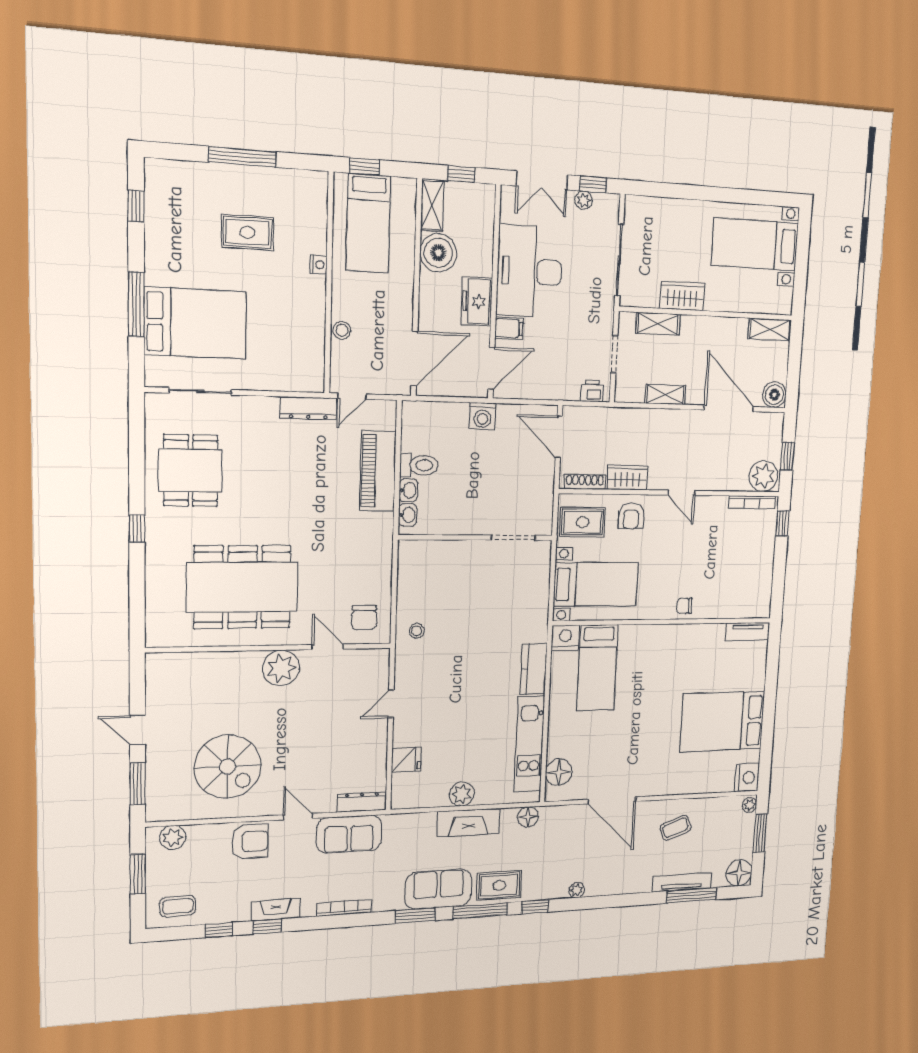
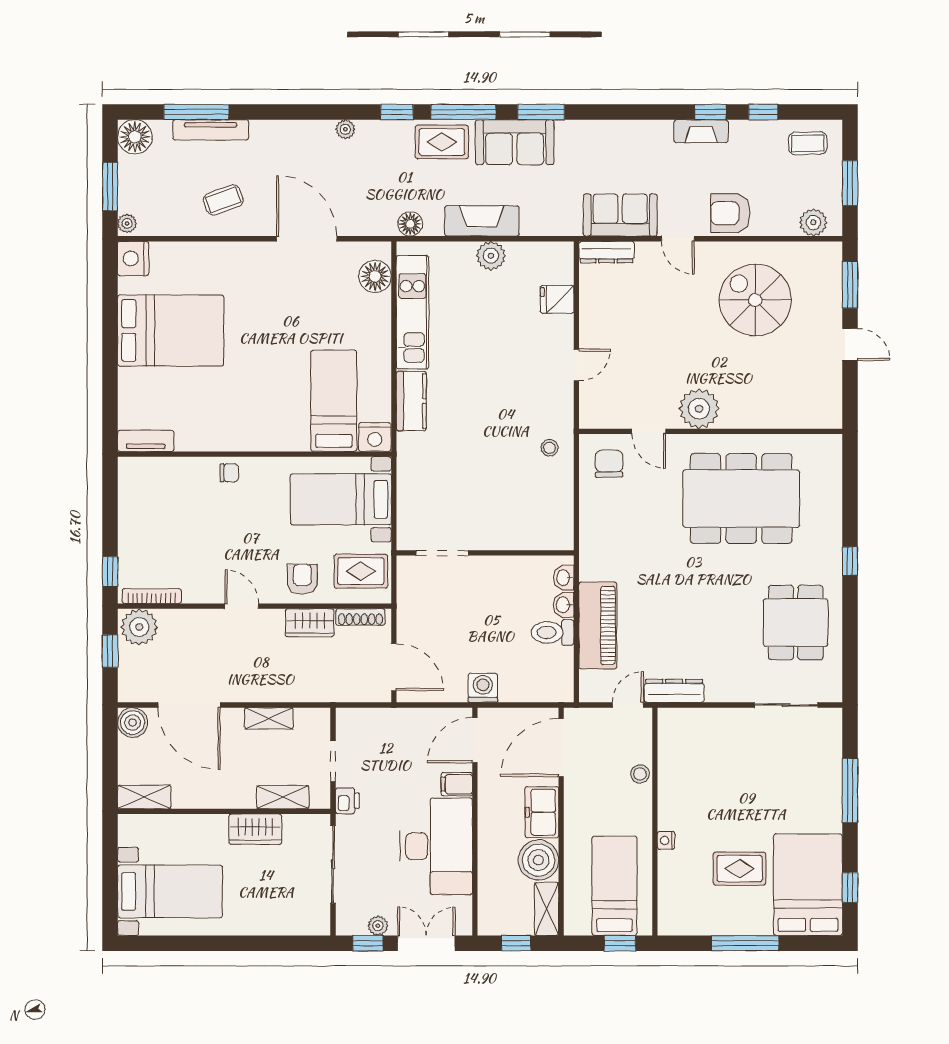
freezer: (477, 302) -> (542, 812), moved, turned 180
bed: (195, 323) -> (808, 885), moved, turned 90
printer: (592, 391) -> (347, 801), moved, turned -90
bookcase: (344, 908) -> (624, 128), removed

